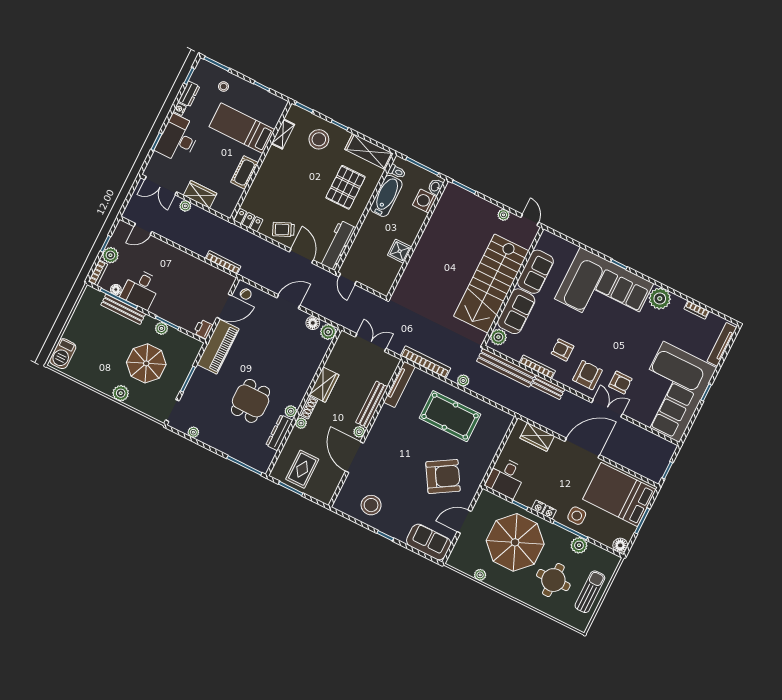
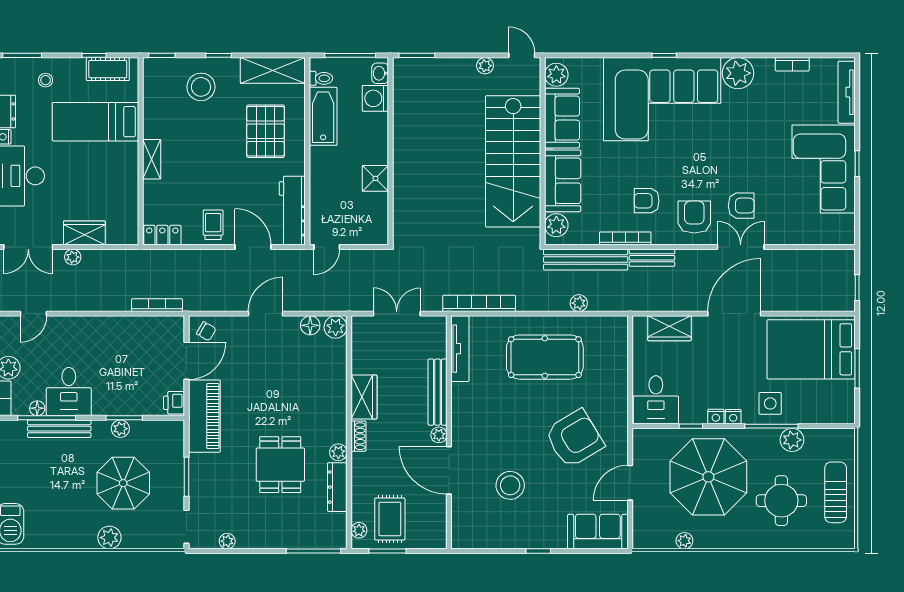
shelving: (283, 134) -> (152, 159), moved
cot: (244, 172) -> (108, 69), moved, turned 90
trolley: (283, 229) -> (213, 225), turned 114
plant: (545, 243) -> (556, 75), added
door: (348, 279) -> (327, 247), hinge flipped
plant: (463, 380) -> (579, 303), moved
corner sofa: (671, 392) -> (824, 169), width x0.73, depth x0.74
plant: (301, 423) -> (359, 530), moved
stool: (371, 505) -> (510, 485), moved
floor lamp: (620, 545) -> (845, 414), removed

